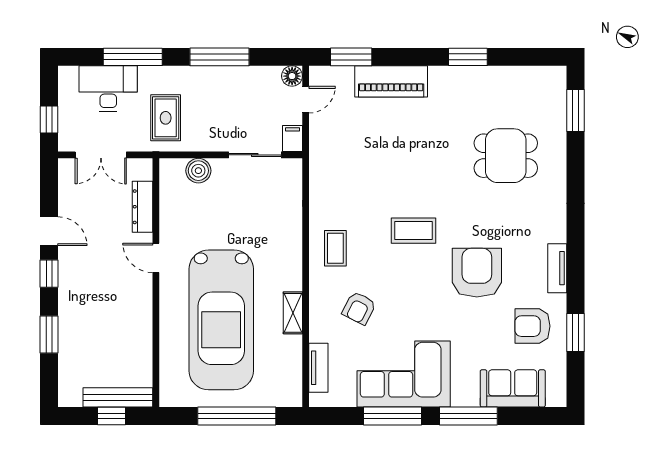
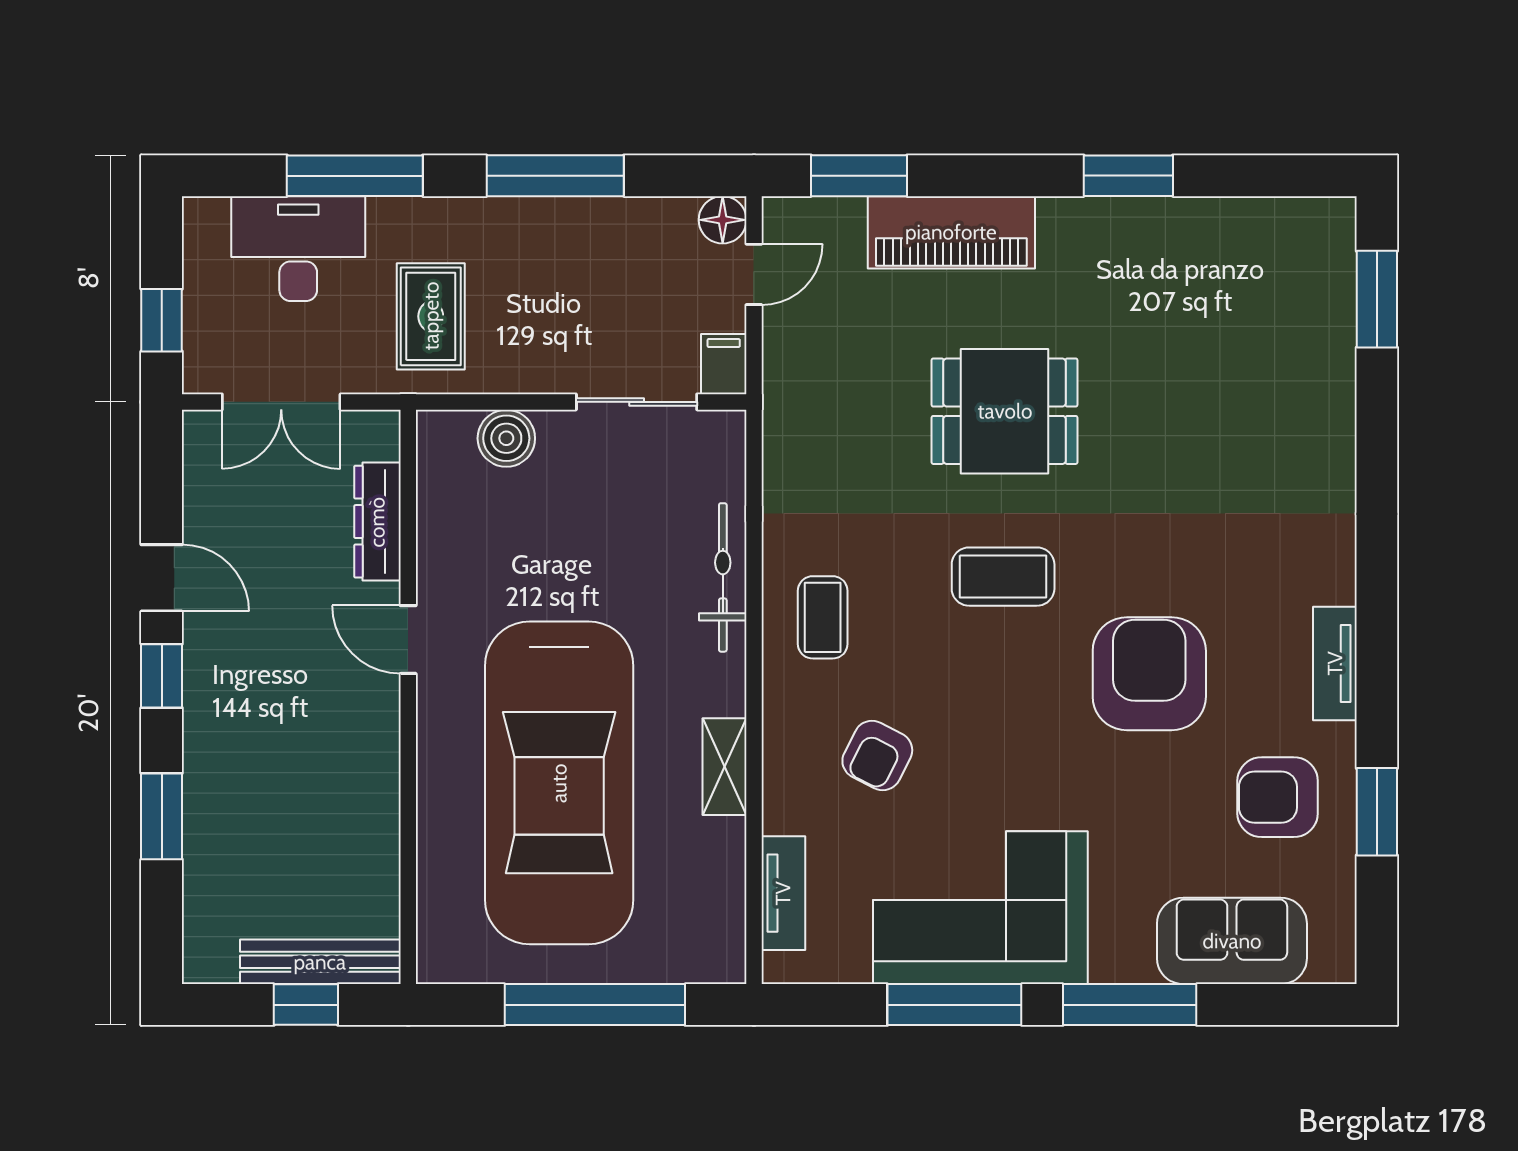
dining table: (506, 156) -> (1005, 411), moved
bicycle: (292, 231) -> (723, 577), added

